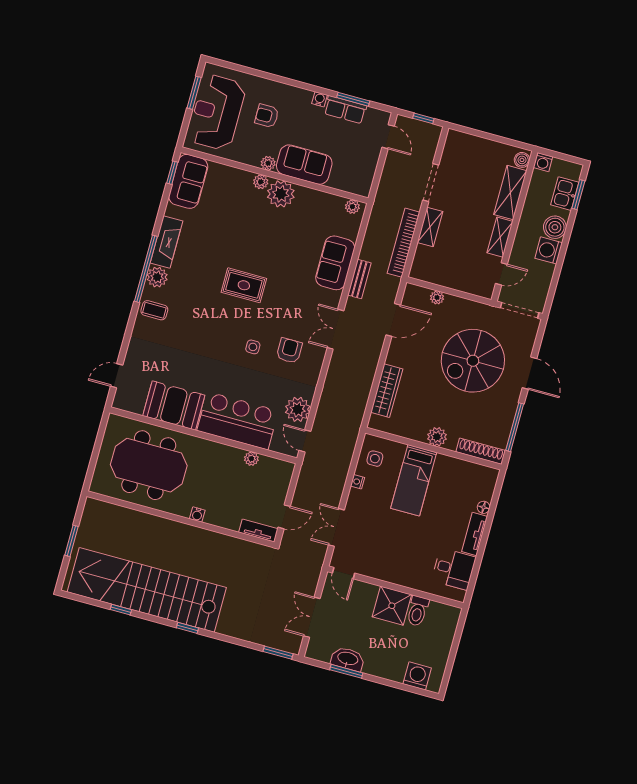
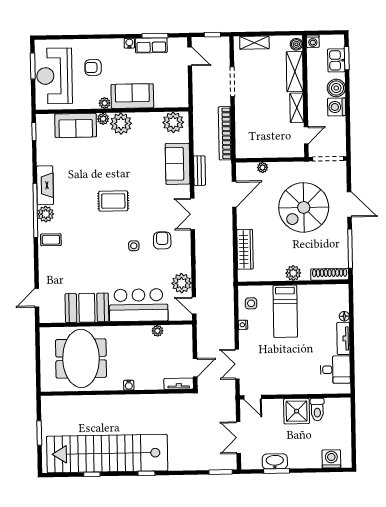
sofa: (188, 181) -> (76, 125), moved, turned 90
plant: (352, 207) -> (173, 122), width x1.88, depth x1.88
shelving: (430, 227) -> (254, 43), moved, turned 90
meeting table: (149, 465) -> (81, 358), turned 90

